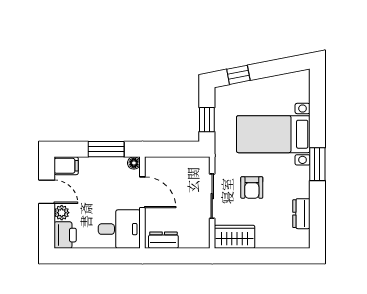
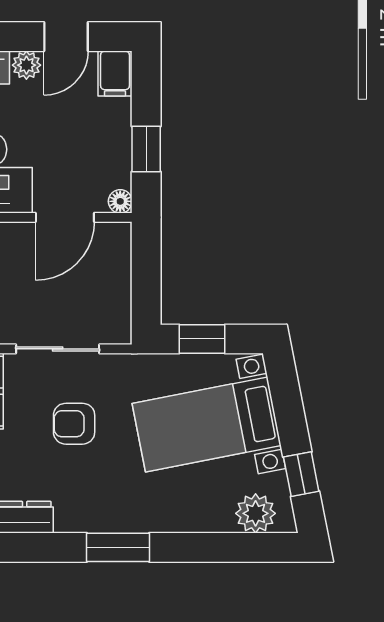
window: (238, 75) -> (301, 474), moved
plant: (299, 91) -> (256, 513), added
bed with nightstands: (273, 134) -> (207, 424), moved, turned -101
window: (106, 149) -> (146, 149), width x0.67

